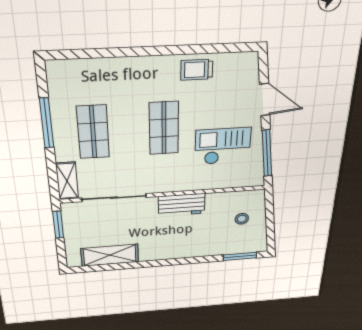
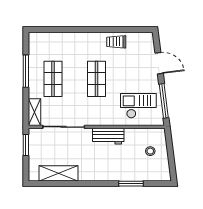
checkout: (223, 146) -> (138, 106), moved
window: (240, 256) -> (131, 184), moved

